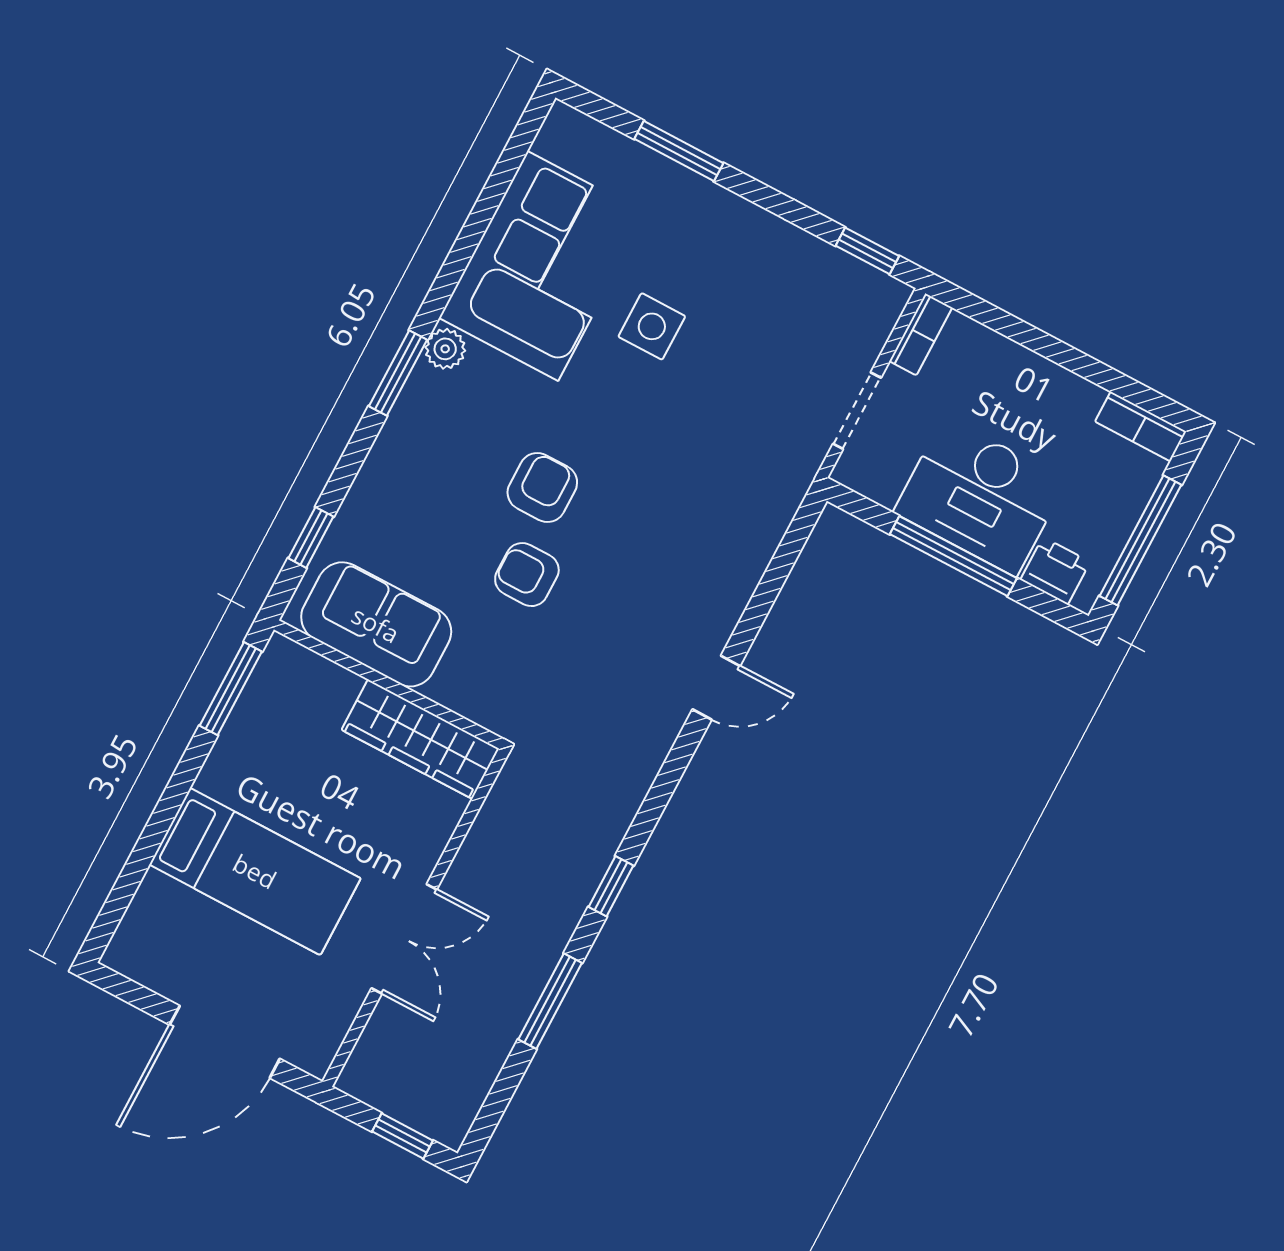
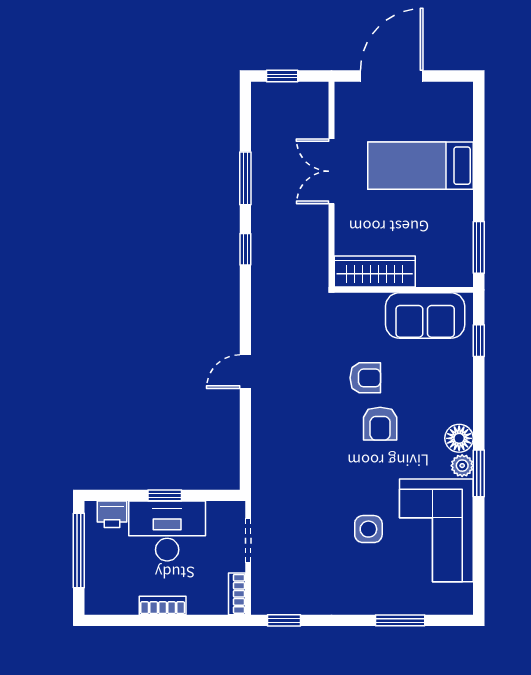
window: (398, 373) -> (479, 473), moved
floor lamp: (427, 396) -> (459, 438), added
bookcase: (1141, 426) -> (163, 605), moved
window: (953, 556) -> (165, 495), width x0.46

